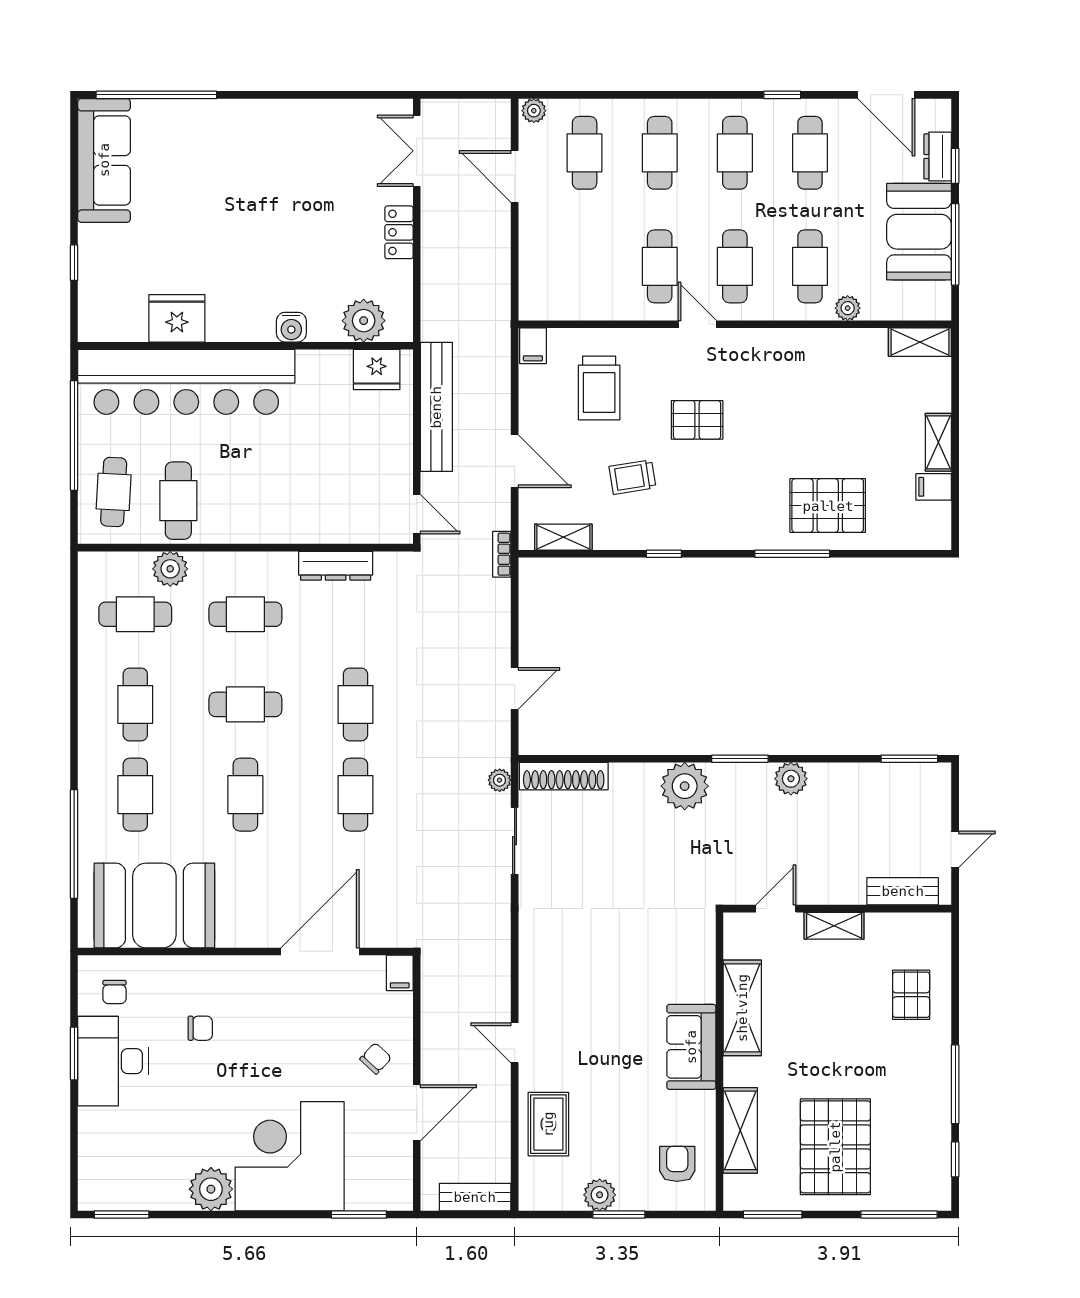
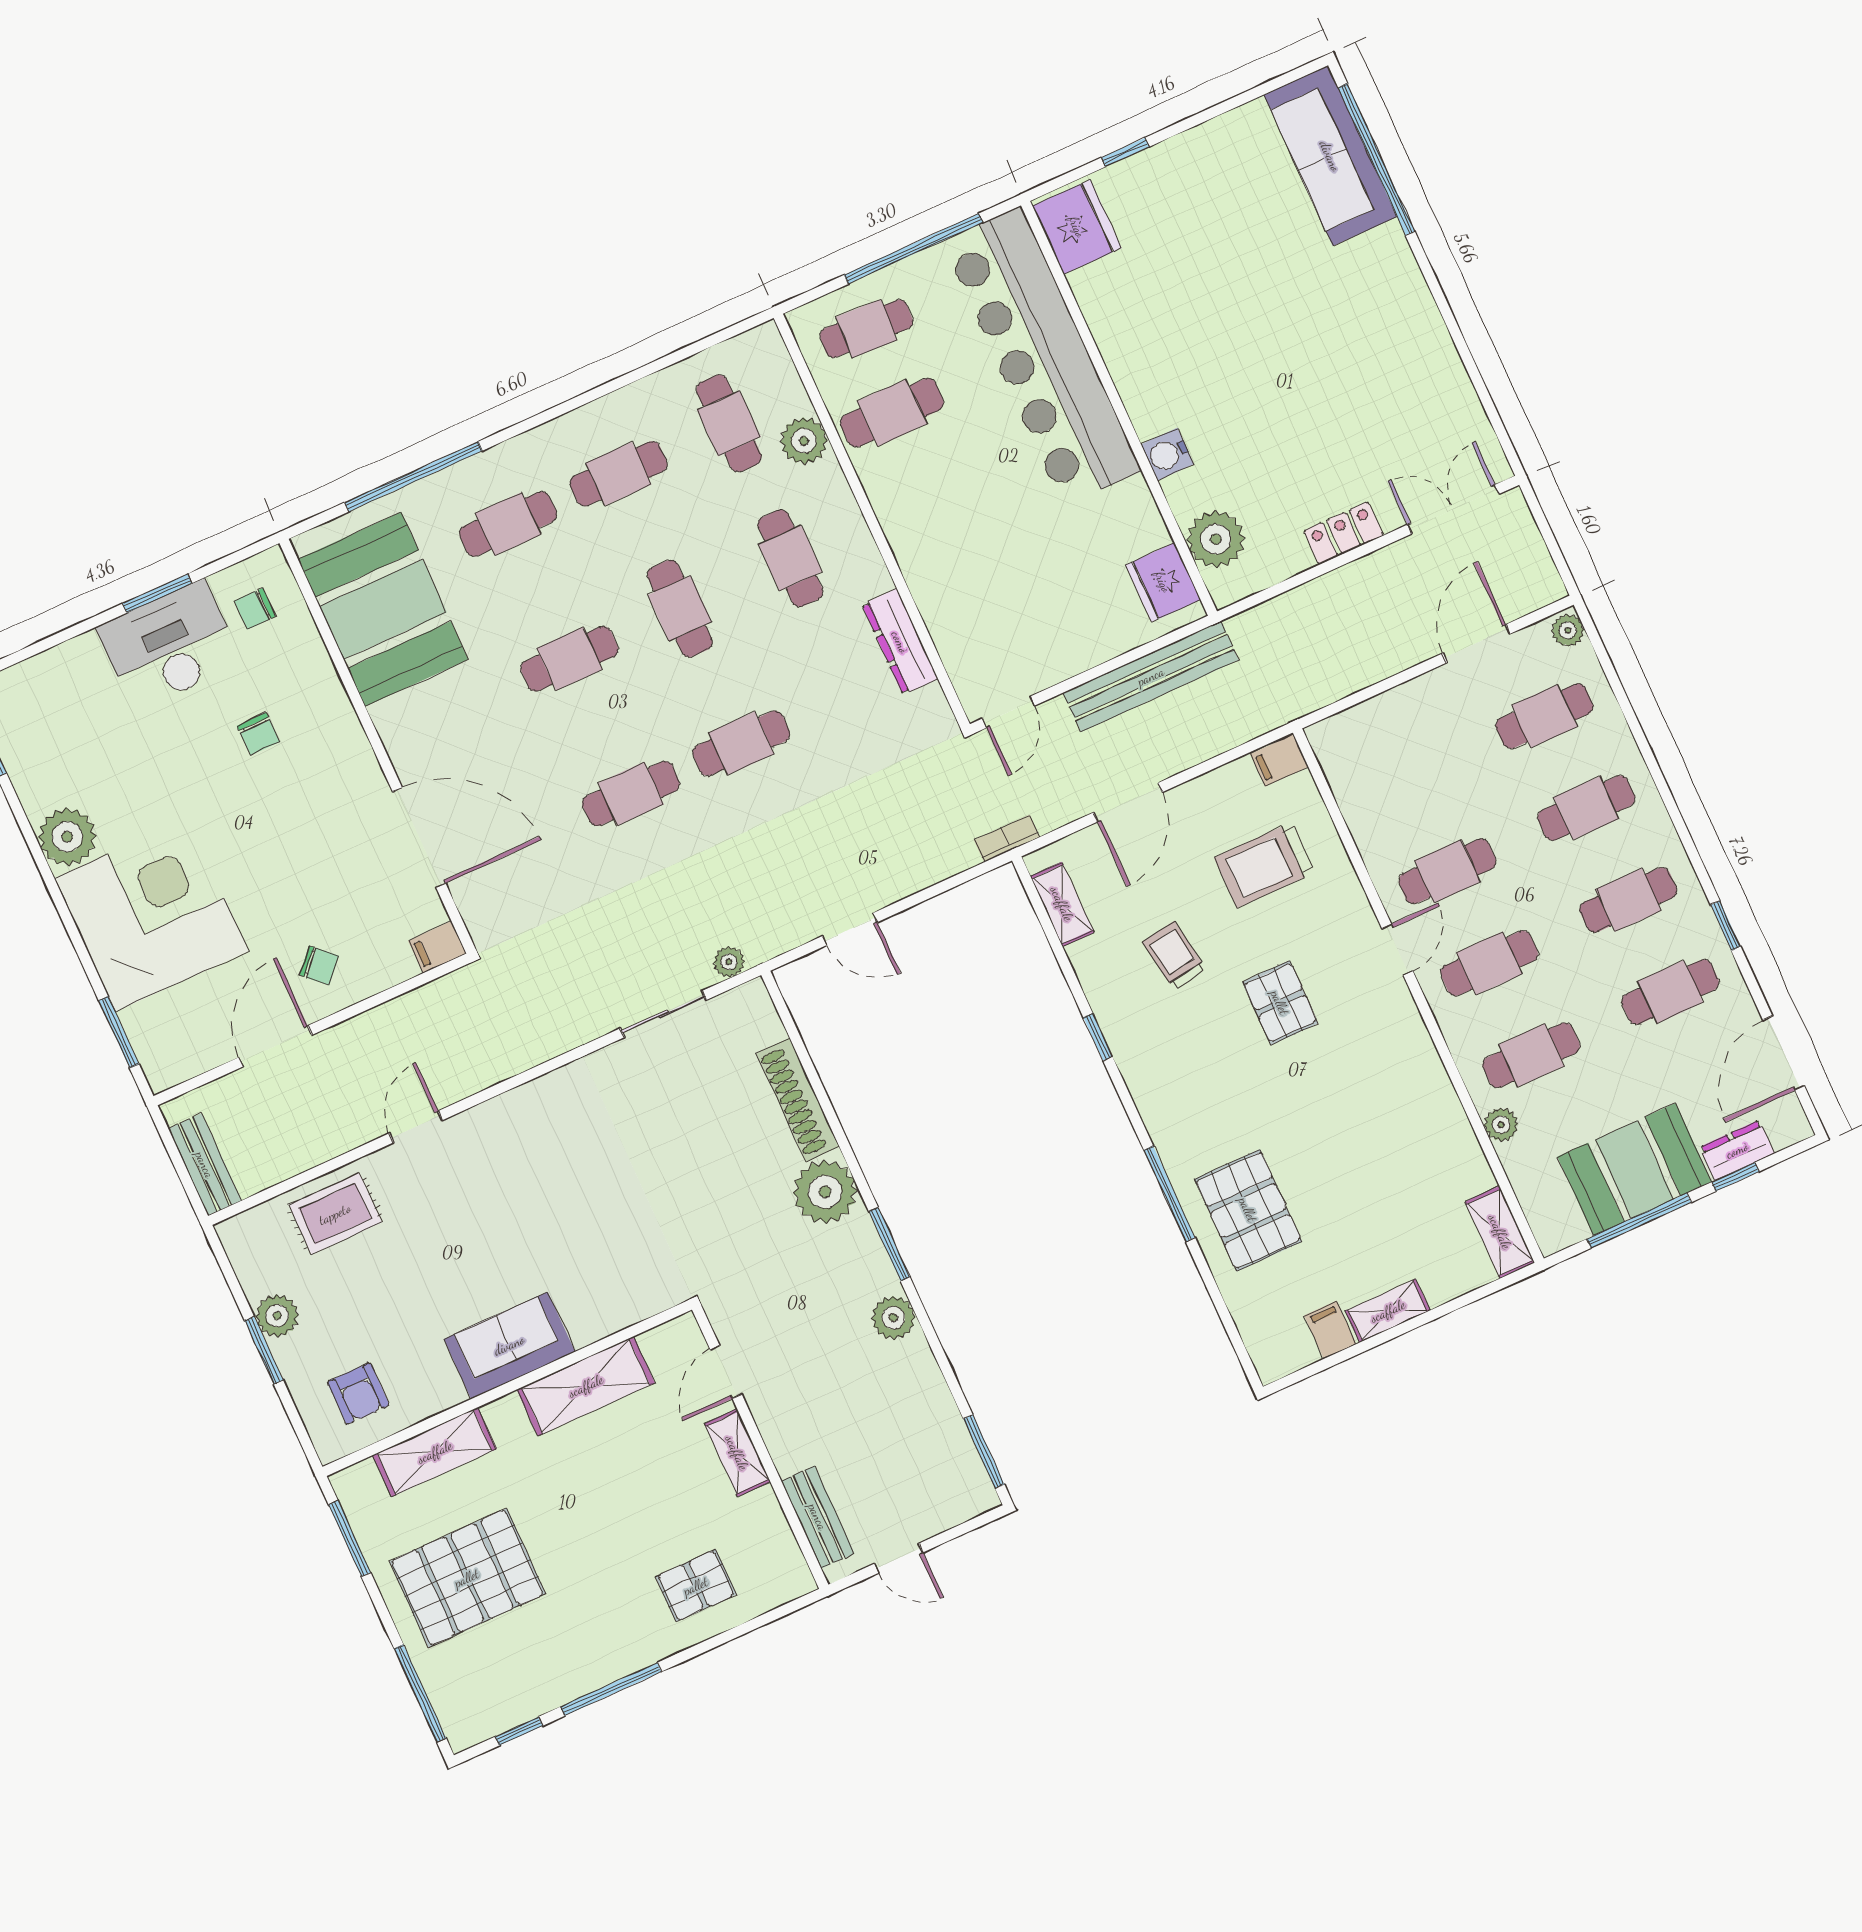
sofa: (104, 160) -> (1330, 156), moved, turned 90
fridge: (177, 318) -> (1077, 227), moved
shoe rack: (564, 776) -> (798, 1100), moved
door: (776, 909) -> (726, 1372), swing flipped
door: (417, 1113) -> (275, 1046), swing flipped
armchair: (677, 1164) -> (358, 1394), turned 90

